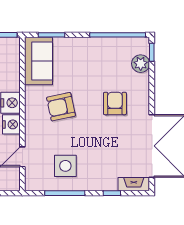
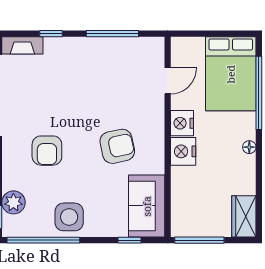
window: (52, 35) -> (130, 240), width x0.67
side table: (65, 166) -> (69, 217), moved

